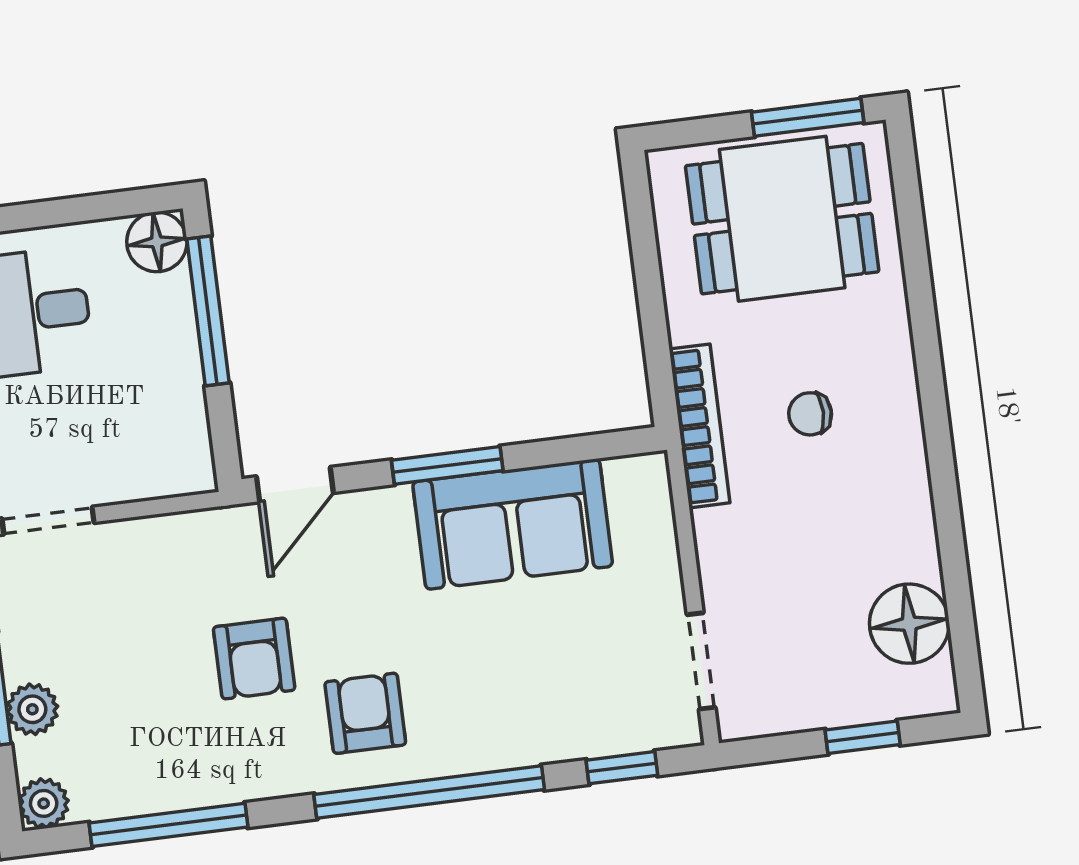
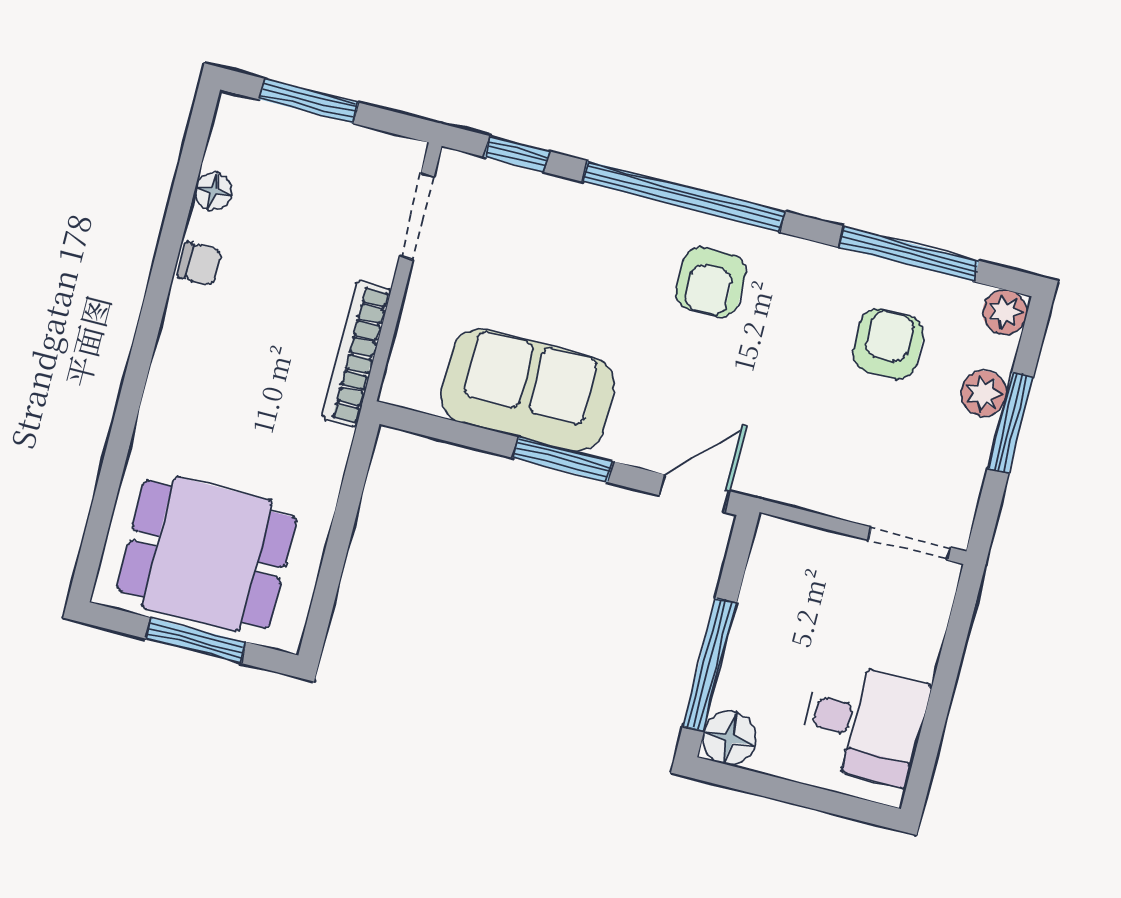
window: (808, 117) -> (196, 640), moved
chair: (810, 414) -> (200, 264), moved
bookcase: (699, 426) -> (356, 354), moved
floor lamp: (909, 624) -> (213, 191), width x0.53, depth x0.53
armchair: (254, 659) -> (888, 344), moved
window: (863, 737) -> (309, 101), width x1.50

